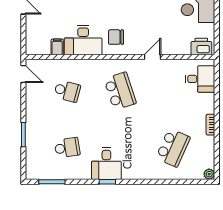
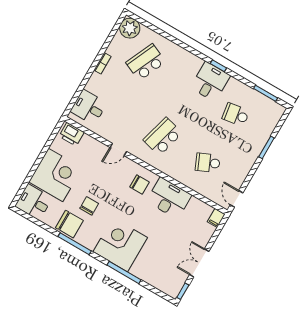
filing cabinet: (57, 47) -> (216, 218), moved
school desk: (67, 91) -> (208, 163), turned -39
school desk: (120, 91) -> (163, 137), turned 33
plant: (209, 174) -> (130, 28), width x1.88, depth x1.88

